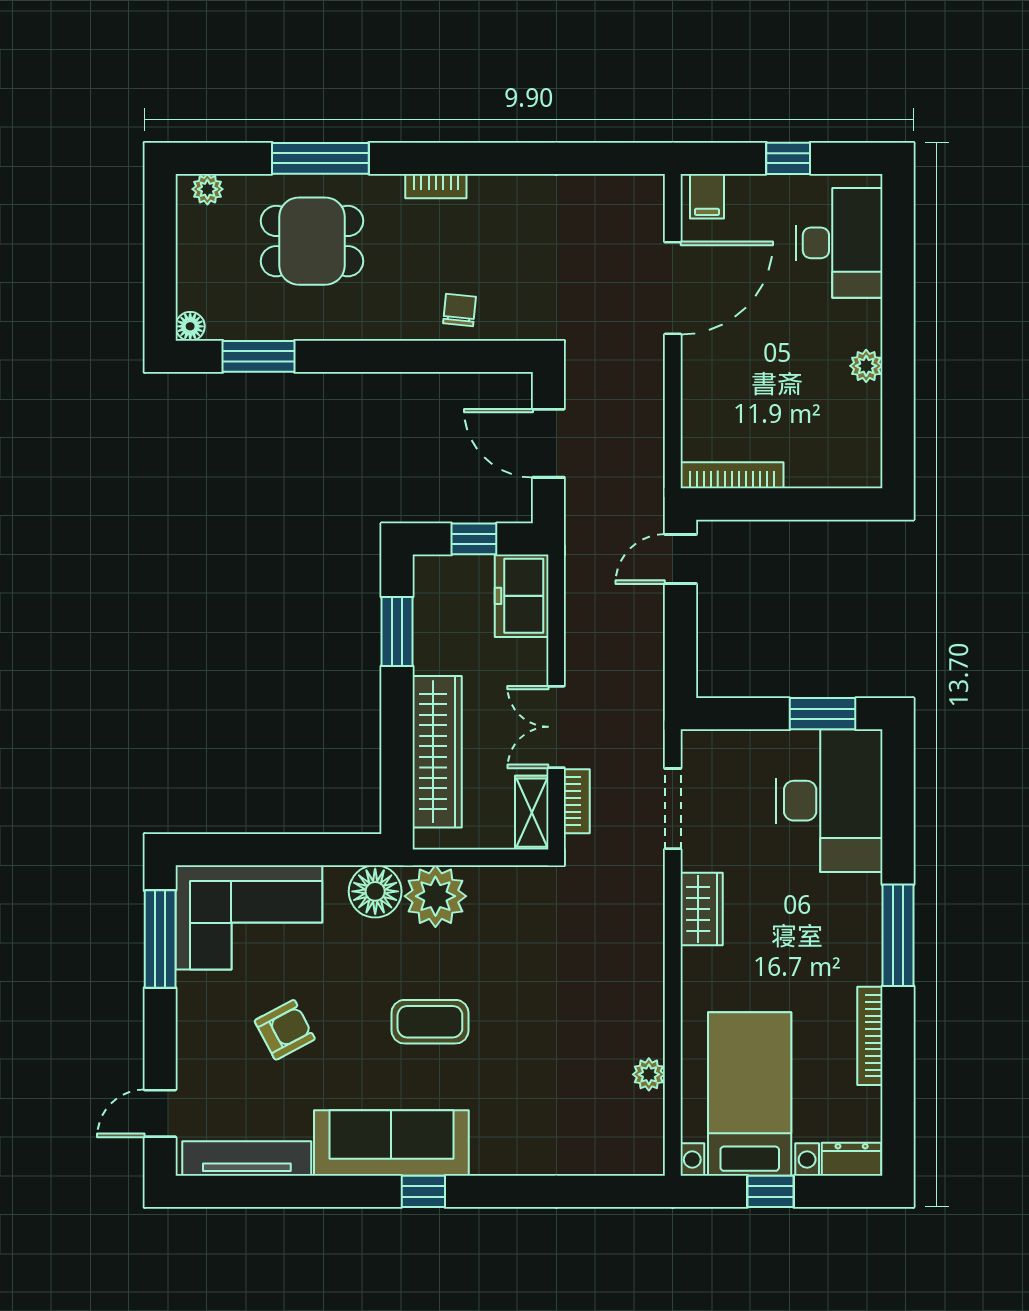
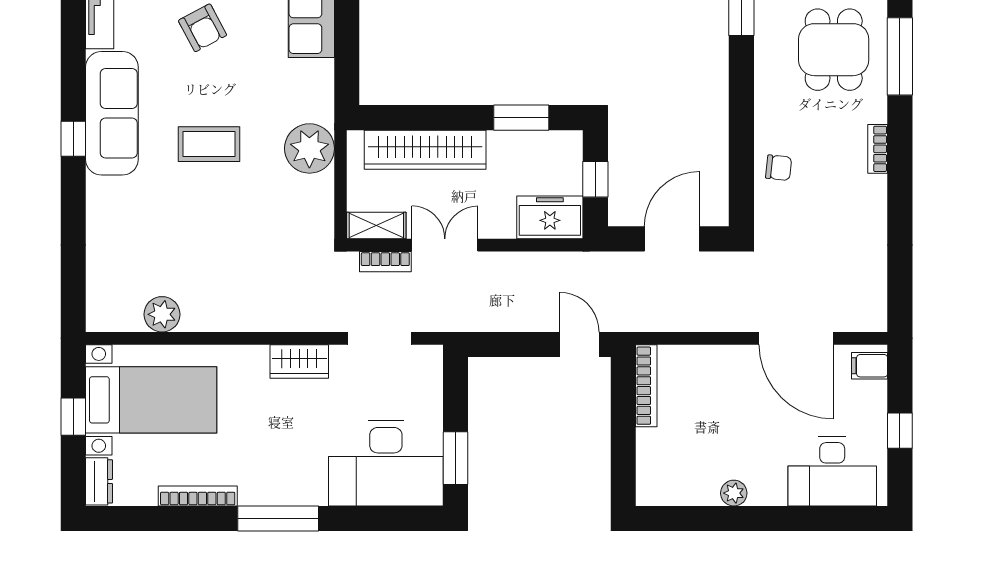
floor lamp: (375, 891) -> (313, 100), removed
coffee table: (430, 1022) -> (209, 144), turned 90
plant: (649, 1074) -> (162, 314), width x1.38, depth x1.38

